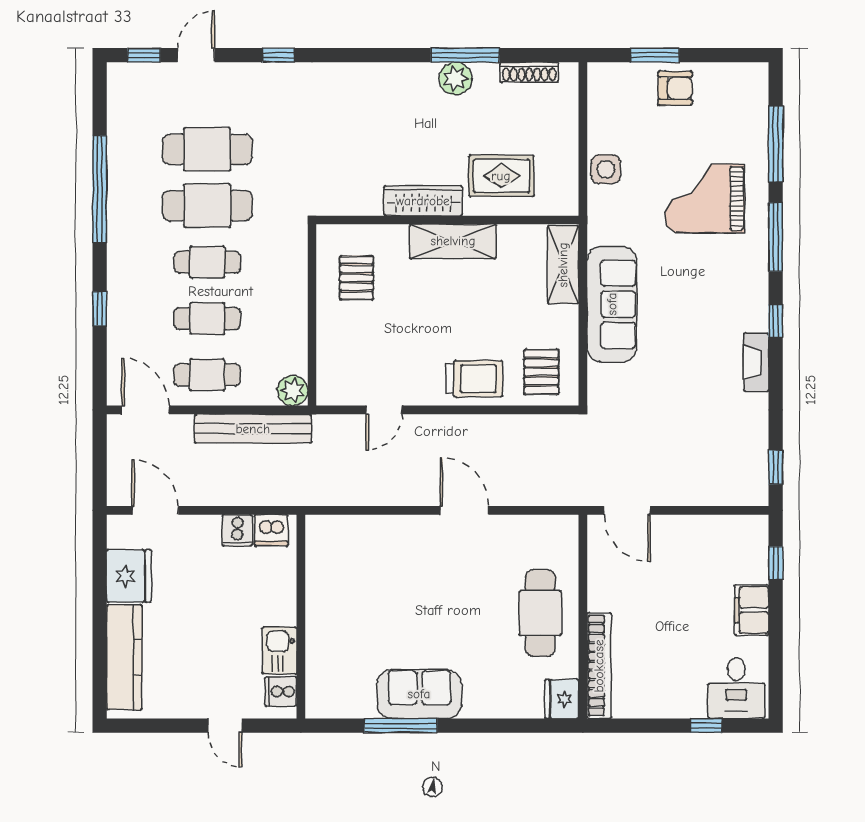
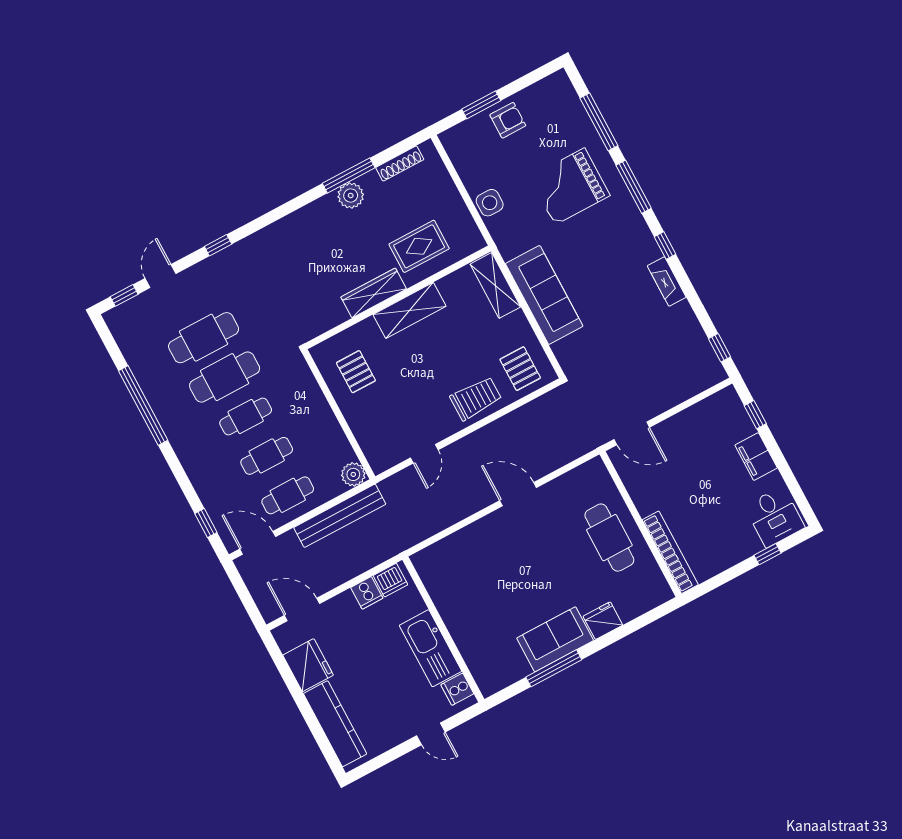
window: (100, 309) -> (206, 523), moved
kitchen sink: (279, 651) -> (431, 648), width x1.87, depth x1.24
fridge: (562, 699) -> (603, 621), moved, turned 90

